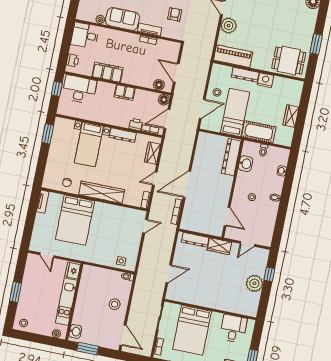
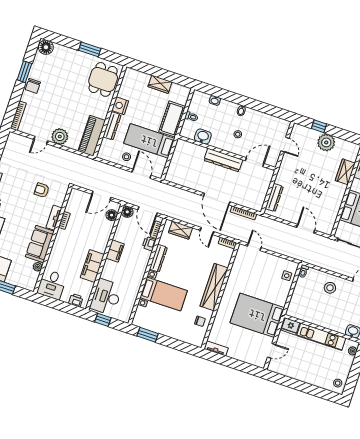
dresser: (231, 157) -> (223, 160), moved
bed: (75, 220) -> (257, 315), moved, turned 180
wardrobe: (219, 246) -> (345, 172), moved, turned 180
window: (16, 292) -> (305, 387), removed

